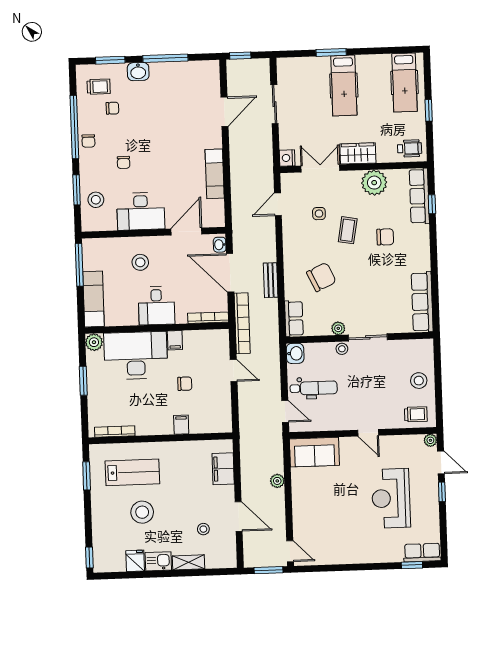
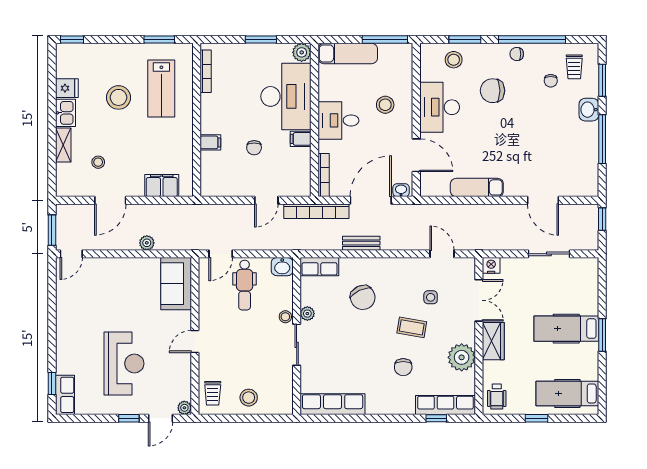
window: (331, 52) -> (602, 335), moved
chair: (124, 162) -> (492, 91), width x1.87, depth x1.87
reception desk: (391, 498) -> (124, 364), turned 90

